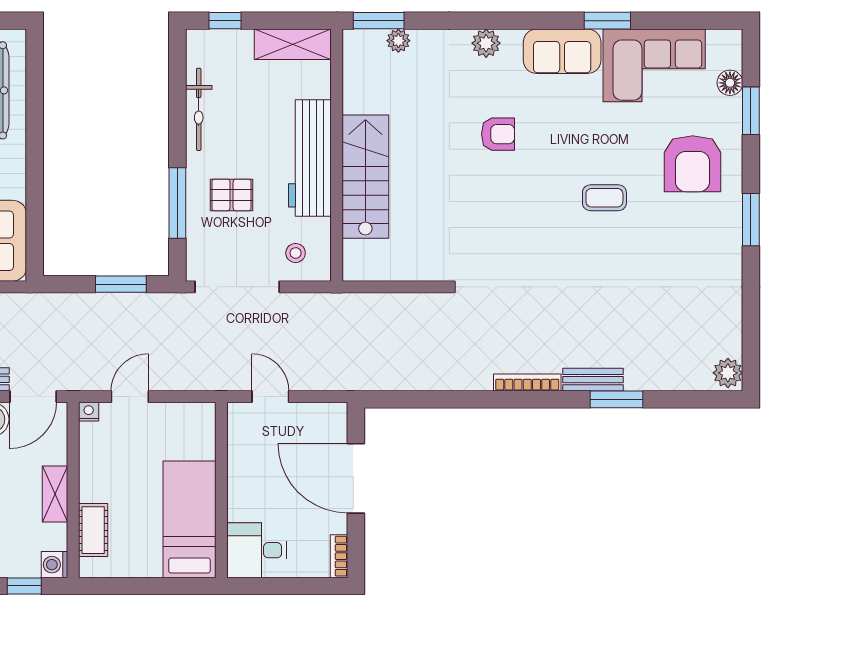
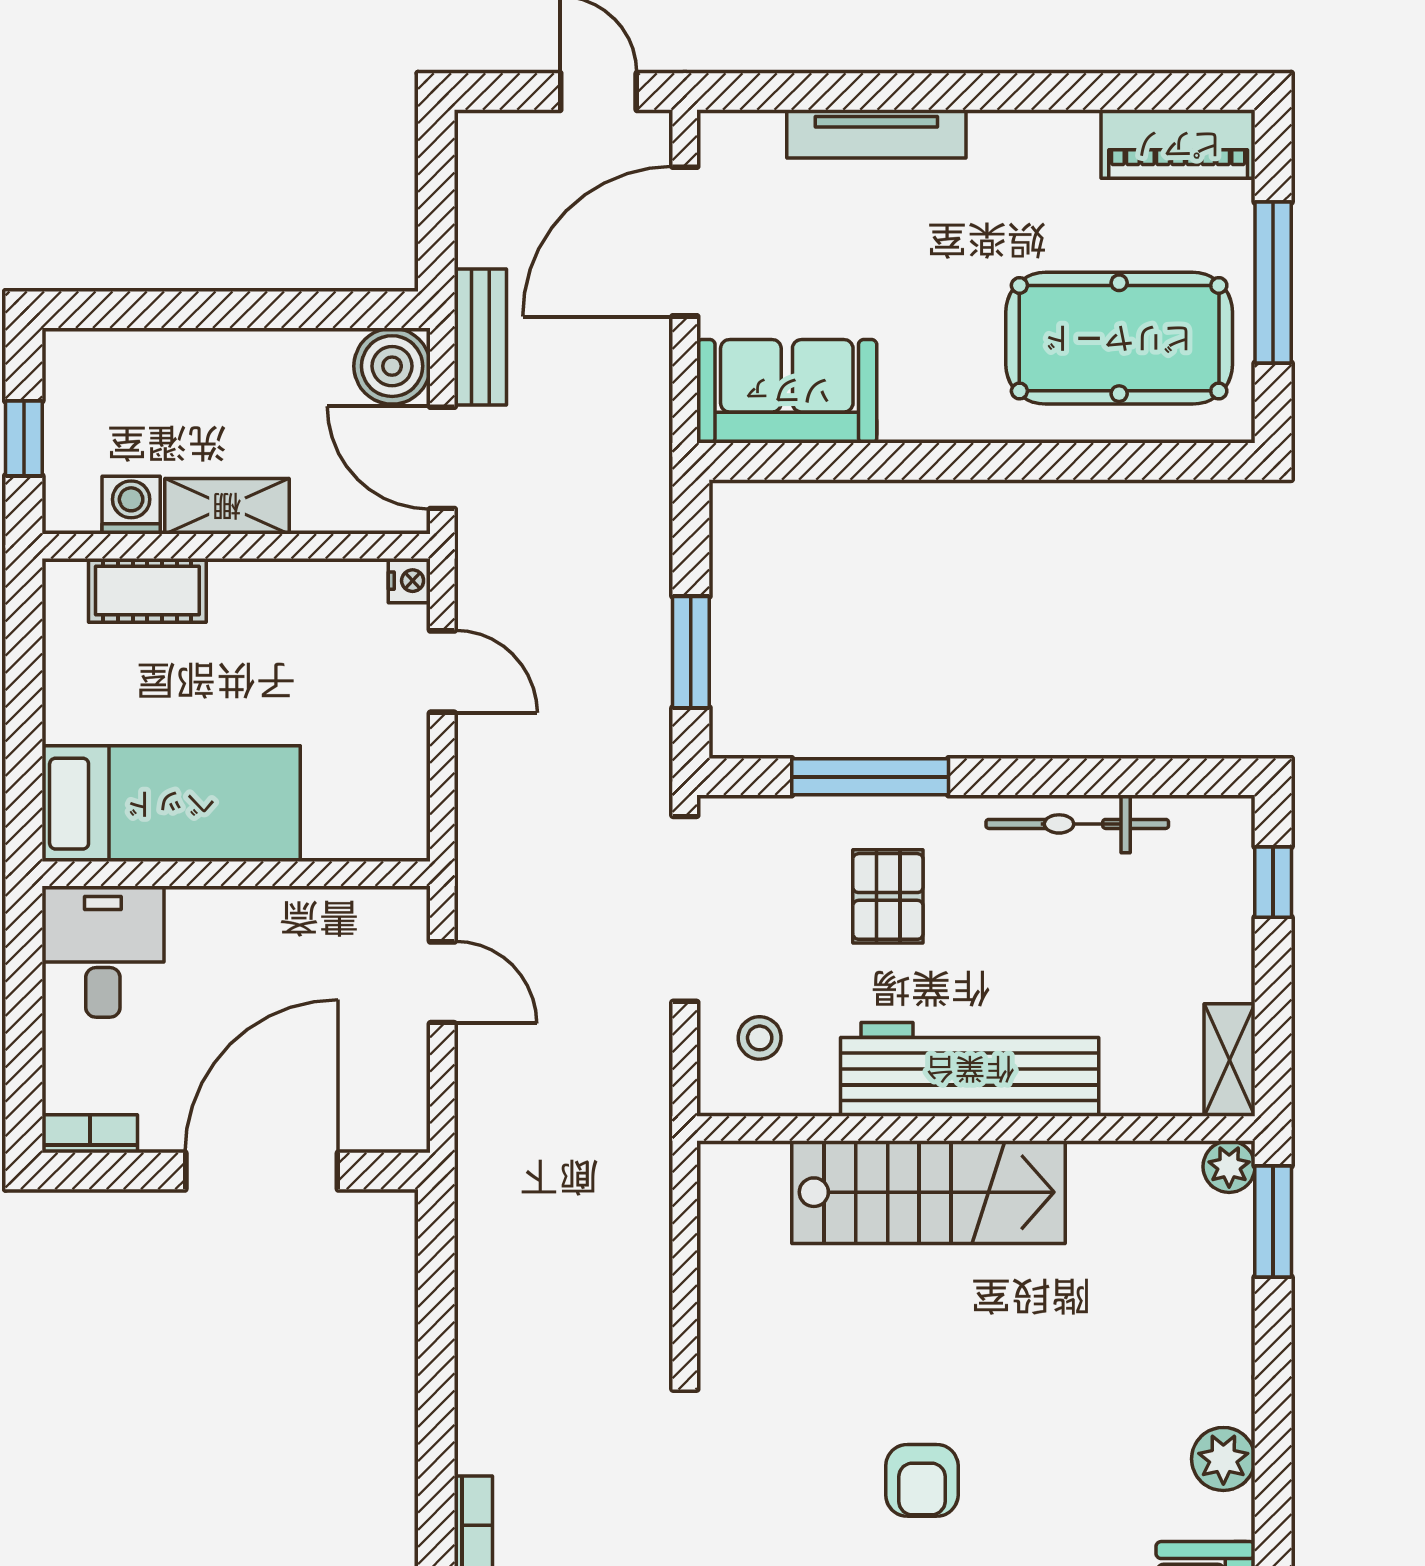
plant: (398, 41) -> (1229, 1167), moved
shelving: (293, 44) -> (1230, 1060), width x0.67, depth x0.75
armchair: (498, 134) -> (922, 1480), moved
door: (270, 397) -> (442, 982), hinge flipped
washing machine: (54, 565) -> (131, 505), moved

